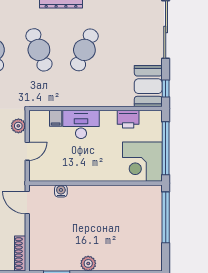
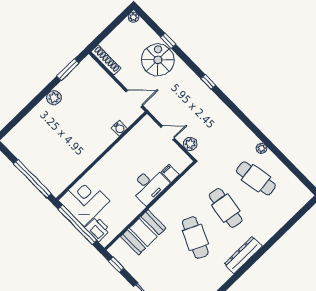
cafe table: (39, 50) -> (226, 208), turned 30
booth: (148, 86) -> (143, 232), moved, turned 90
printer: (128, 119) -> (97, 229), moved, turned 90
door: (27, 151) -> (168, 133), swing flipped

